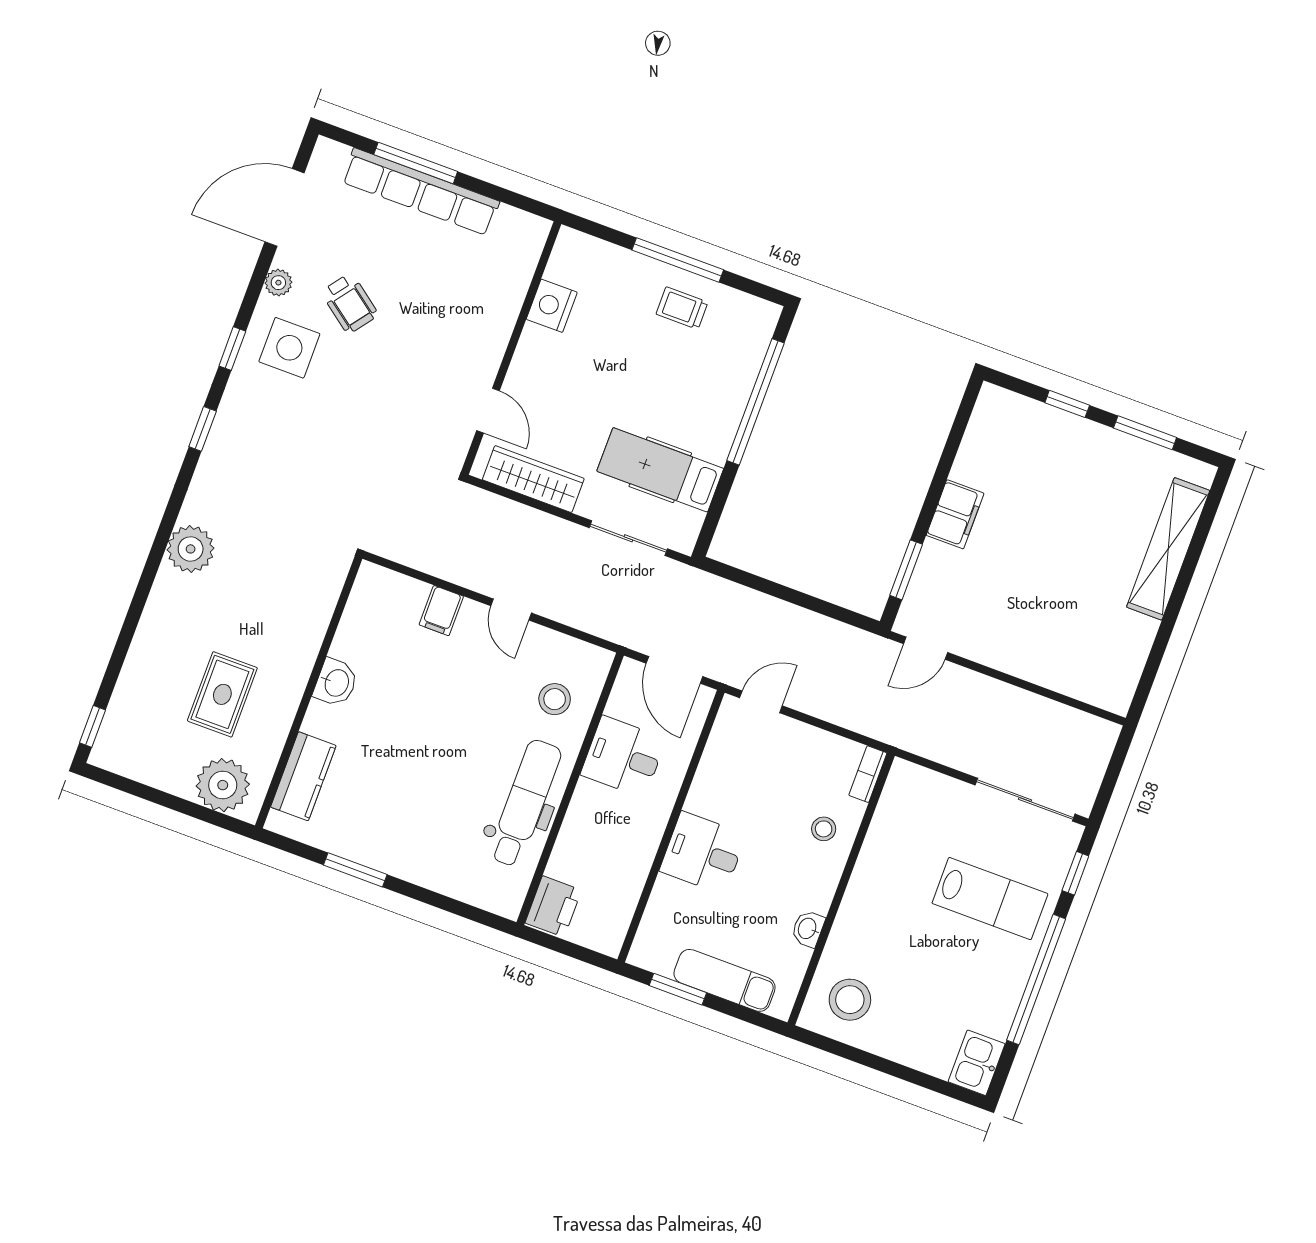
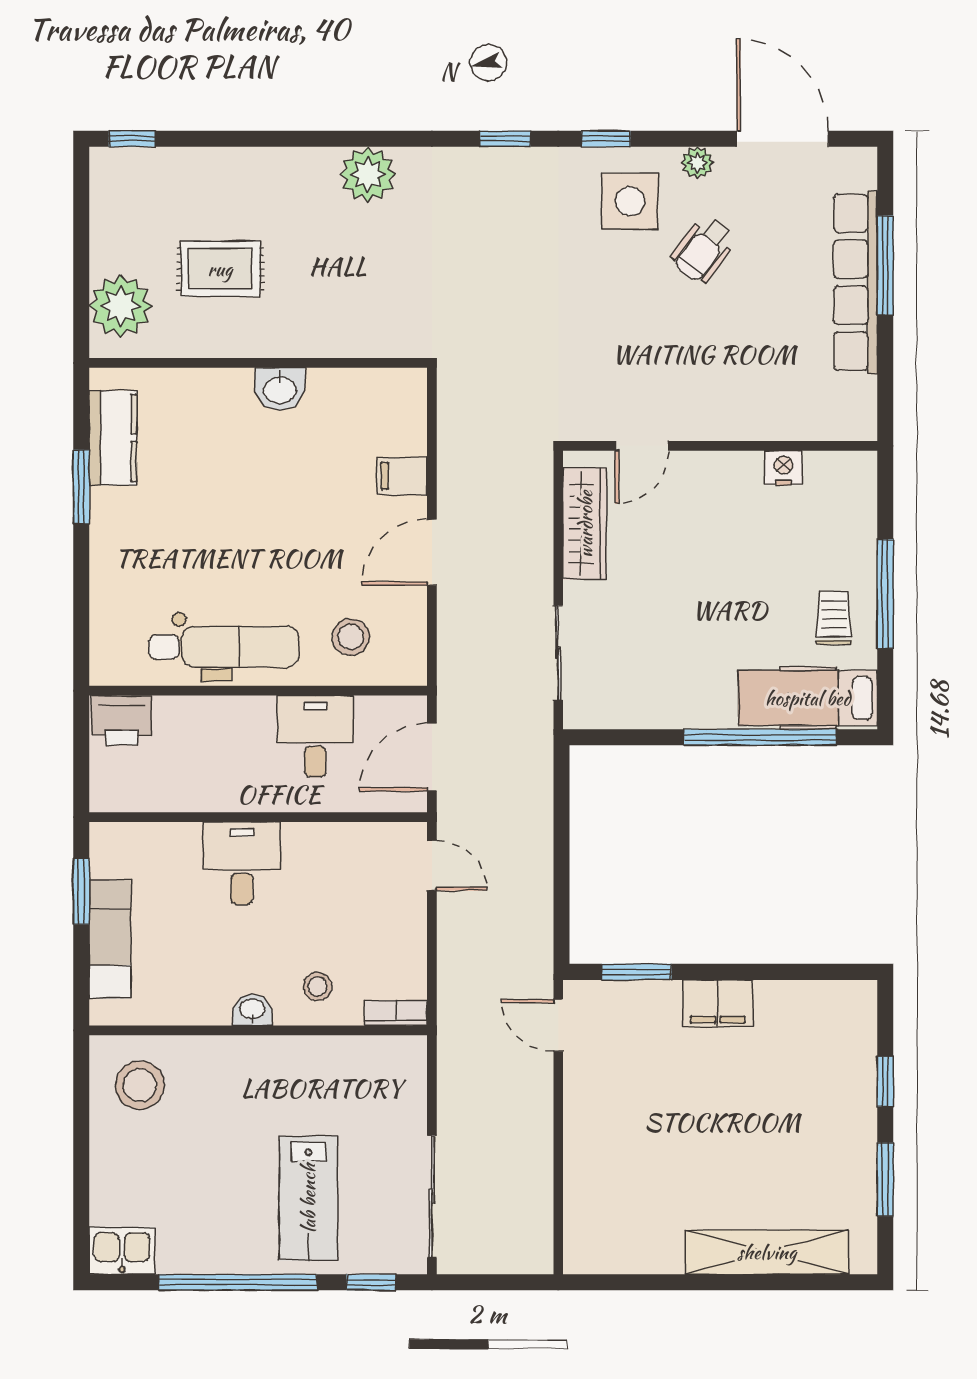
nightstand: (552, 306) -> (783, 468), width x0.74, depth x0.75
hospital bed: (660, 470) -> (808, 698), moved, turned -90
door: (511, 609) -> (432, 552), width x1.38
kitchen counter: (303, 776) -> (113, 438), moved, turned -90
washbasin: (808, 929) -> (252, 1010), moved

